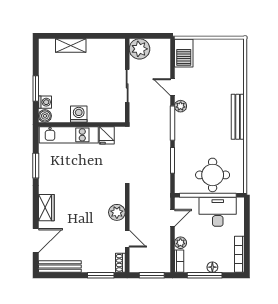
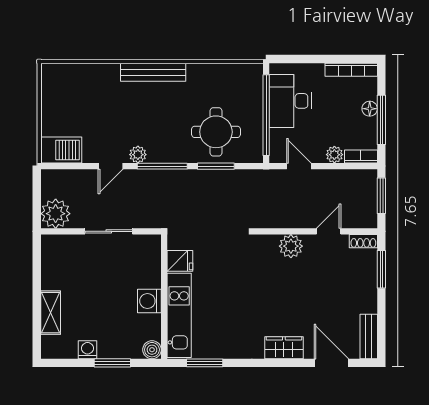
washing machine: (45, 102) -> (87, 350), moved
window: (36, 166) -> (205, 363), moved
round table: (213, 175) -> (216, 132), moved
bench: (60, 267) -> (369, 336), width x0.73

